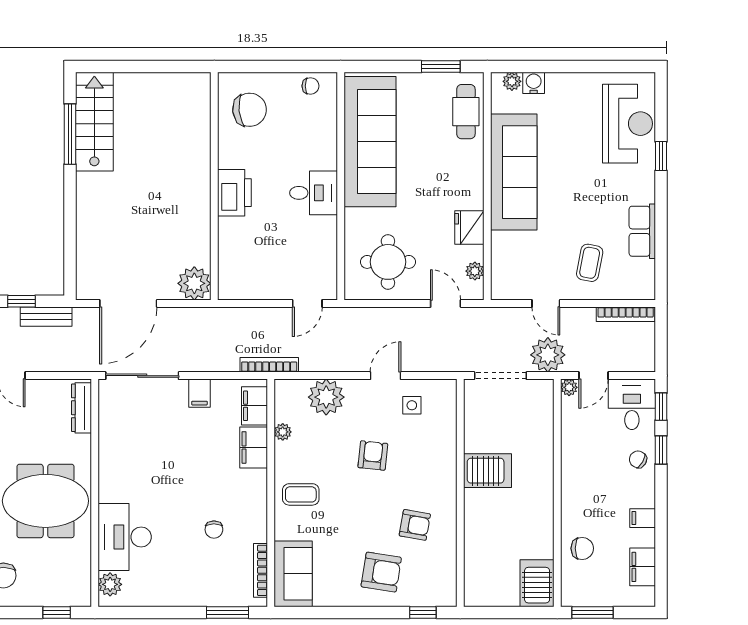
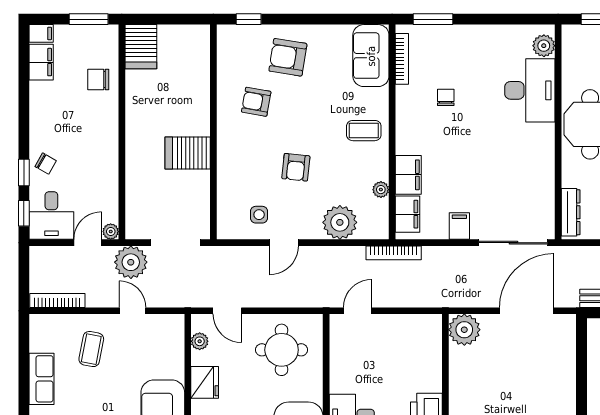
filing cabinet: (643, 518) -> (41, 33), moved

